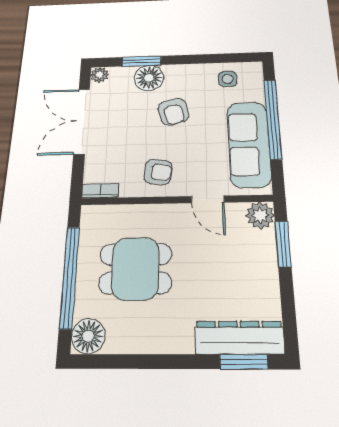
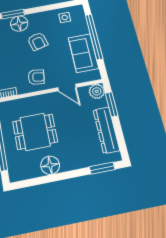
sofa: (249, 144) -> (83, 53), width x0.73
floor lamp: (88, 336) -> (50, 165), moved
dresser: (239, 338) -> (106, 130), moved, turned -90

